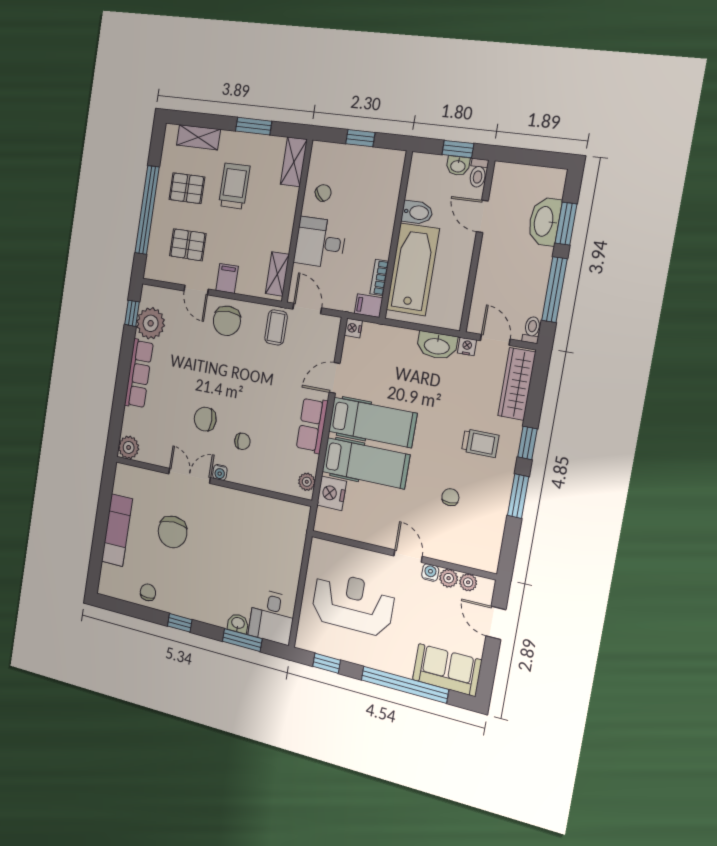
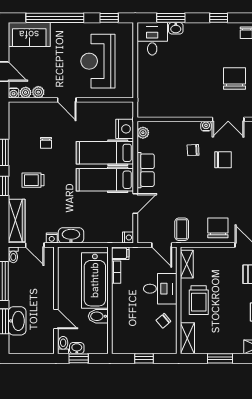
trolley: (234, 186) -> (199, 300), moved
filing cabinet: (227, 278) -> (223, 256), removed
water cooler: (430, 573) -> (14, 93), moved
reception desk: (353, 603) -> (98, 61), turned 90

